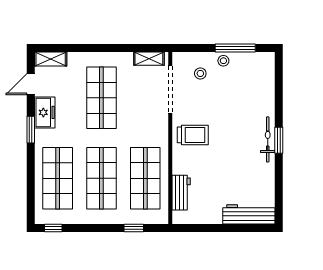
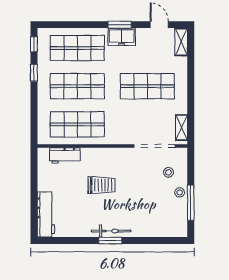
freezer: (45, 112) -> (122, 37), moved
trolley: (193, 135) -> (102, 185), moved, turned -90
window: (134, 228) -> (34, 73), moved

